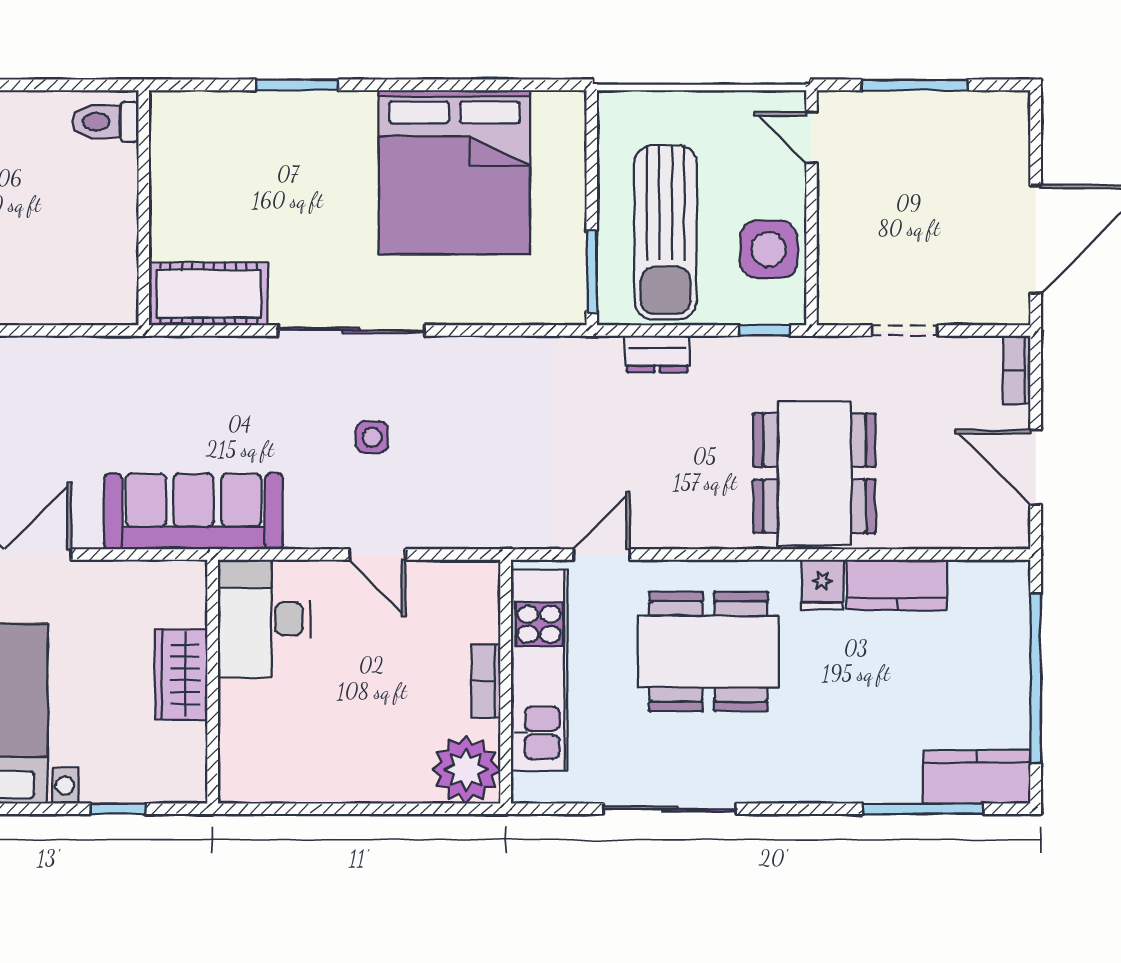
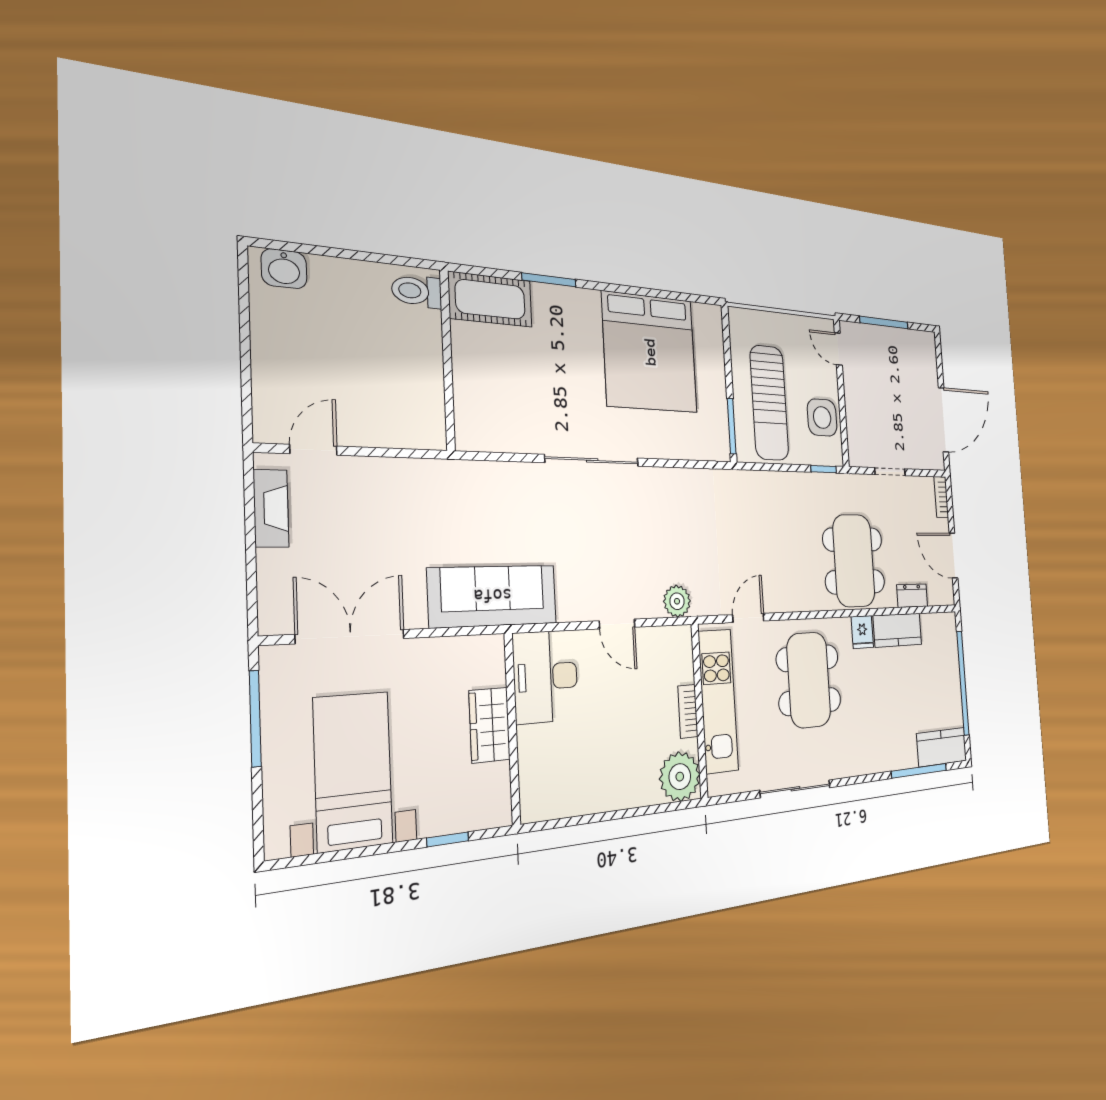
cot: (209, 294) -> (490, 299), moved
dresser: (657, 354) -> (912, 596), moved, turned 180
side table: (372, 437) -> (609, 538), removed
plant: (478, 527) -> (677, 601), added
dining table: (708, 651) -> (809, 680), turned 90

